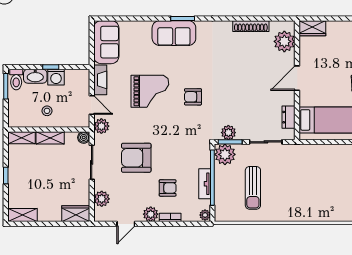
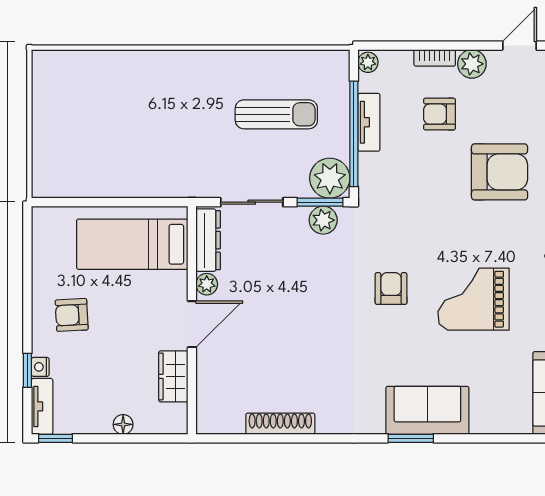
floor lamp: (333, 26) -> (123, 424), added
wardrobe: (312, 28) -> (173, 376), moved, turned -90
plant: (284, 41) -> (207, 284), moved, width x0.53, depth x0.53
armchair: (193, 97) -> (391, 288), turned -90
dresser: (289, 117) -> (208, 240), width x1.44
sun lounger: (253, 188) -> (276, 114), turned 90

